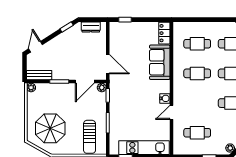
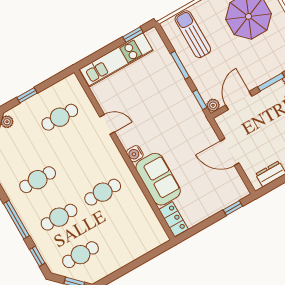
cafe table: (197, 44) -> (124, 230), removed
door: (108, 64) -> (230, 152), moved
water cooler: (165, 98) -> (135, 154), moved
door: (171, 112) -> (107, 124), hinge flipped

